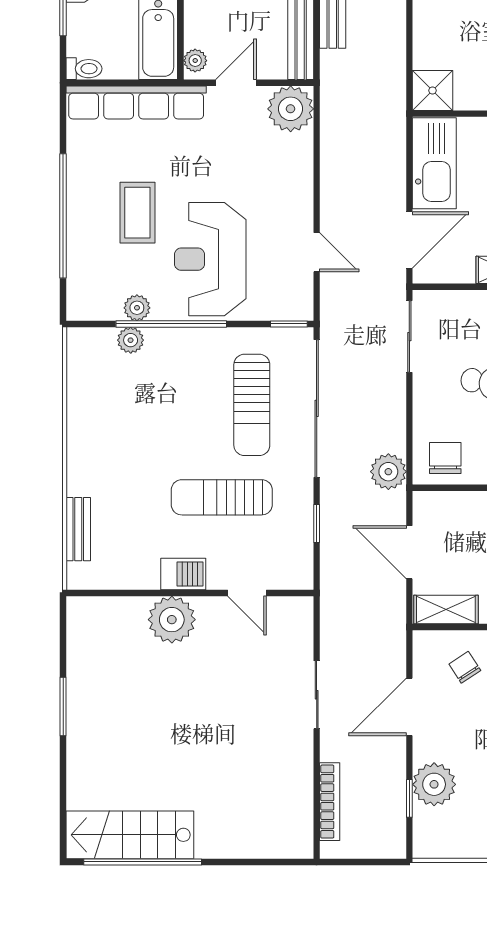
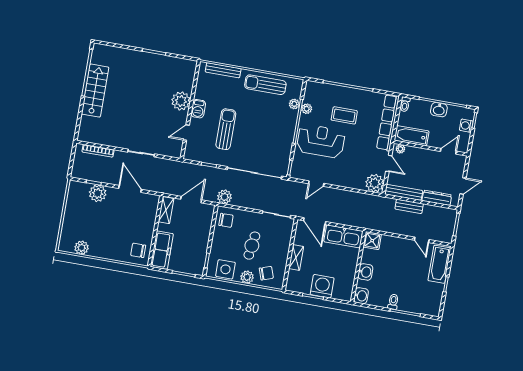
sun lounger: (252, 405) -> (265, 85), moved
bench: (78, 529) -> (223, 70), width x1.36
chair: (465, 667) -> (142, 214), removed
stairs: (130, 835) -> (95, 91), moved

